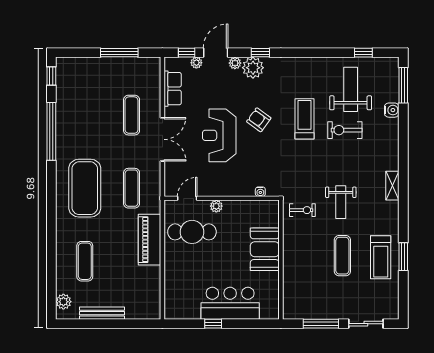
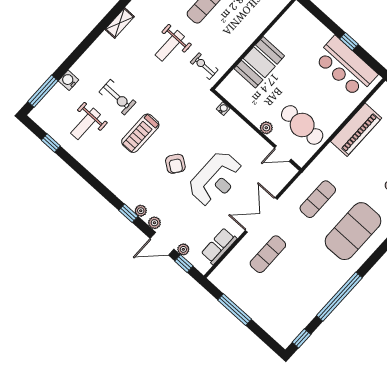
plant: (253, 68) -> (141, 211), width x0.53, depth x0.53
weight bench: (351, 89) -> (86, 124), width x0.73, depth x0.75
weight bench: (341, 202) -> (170, 46), turned 180
piano: (150, 240) -> (356, 130), moved
bar counter: (230, 303) -> (346, 67), moved

